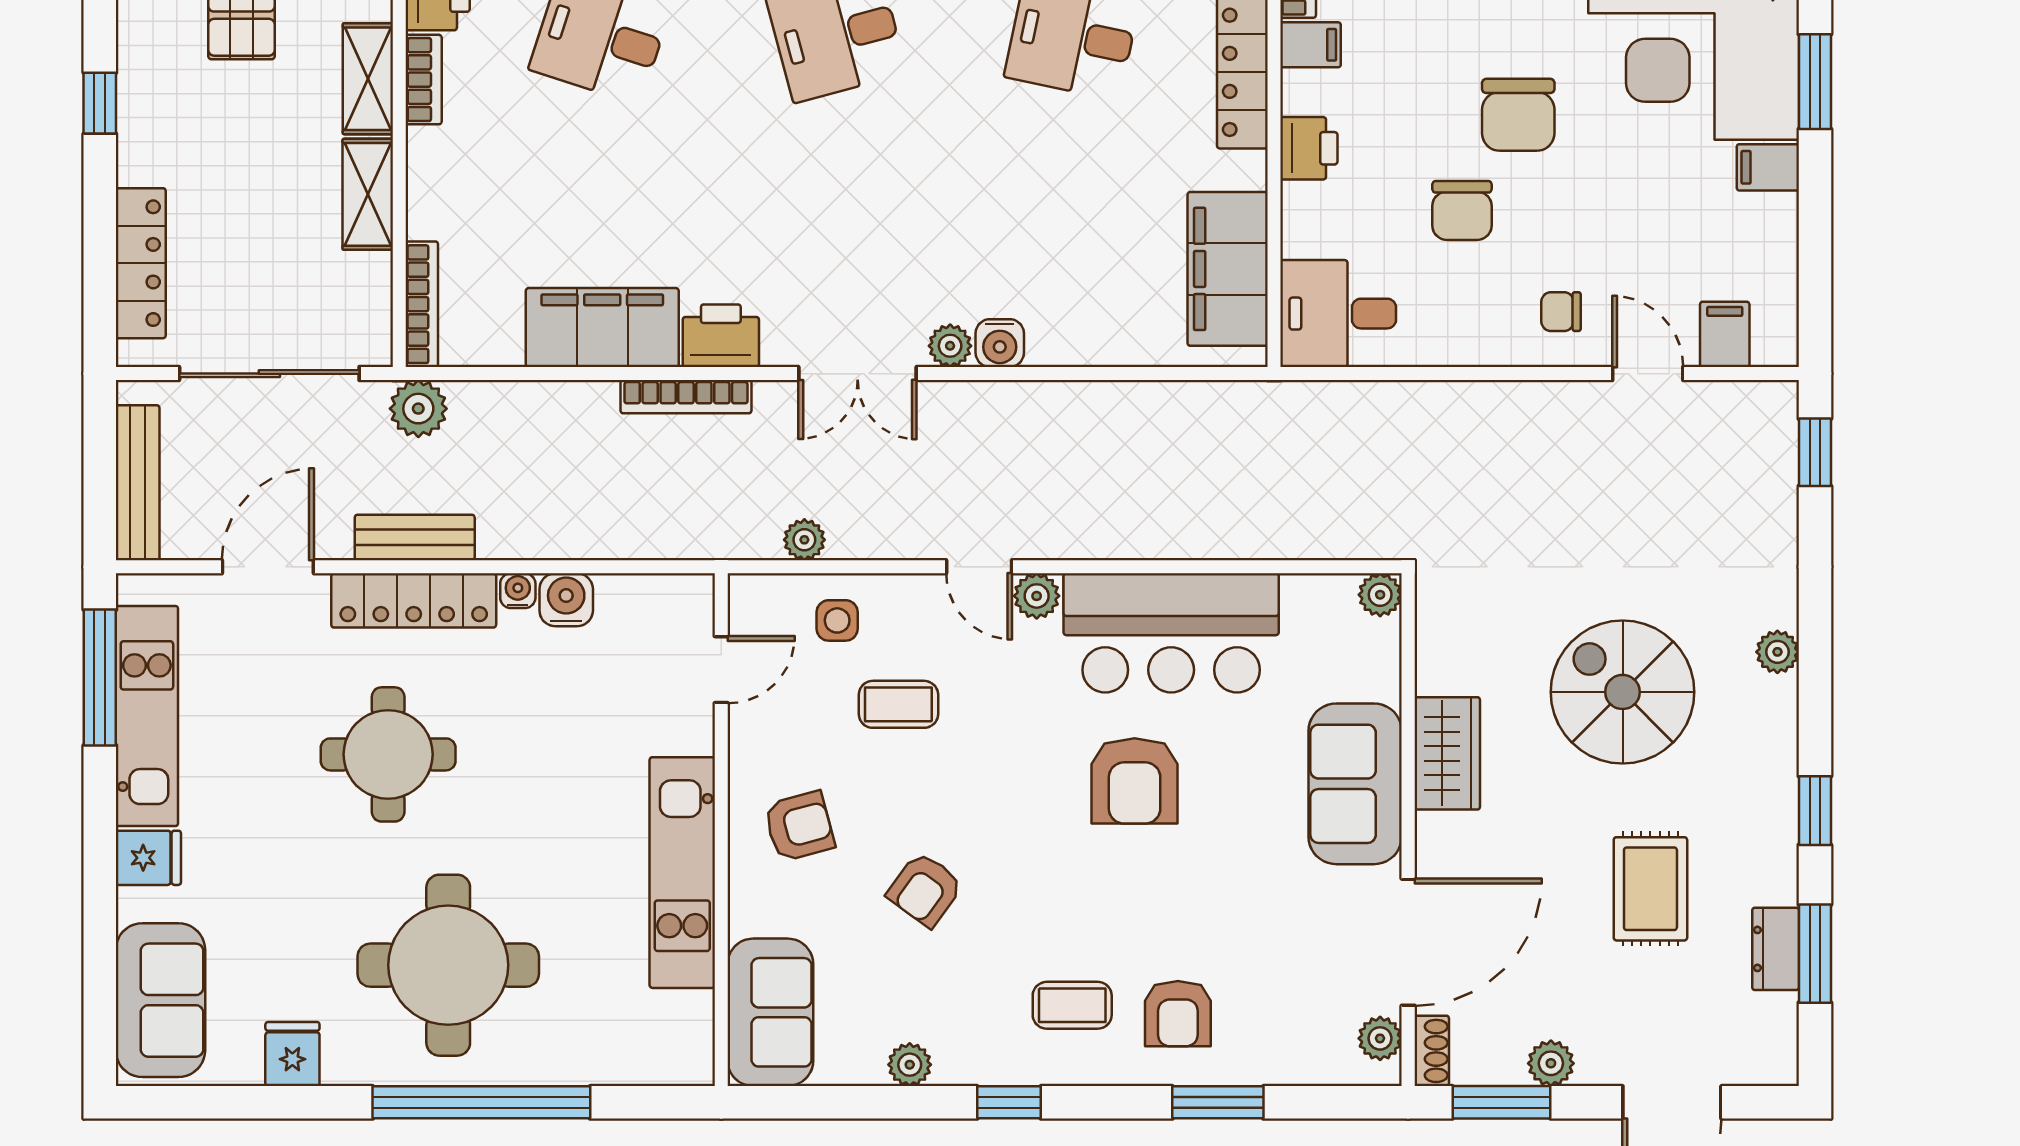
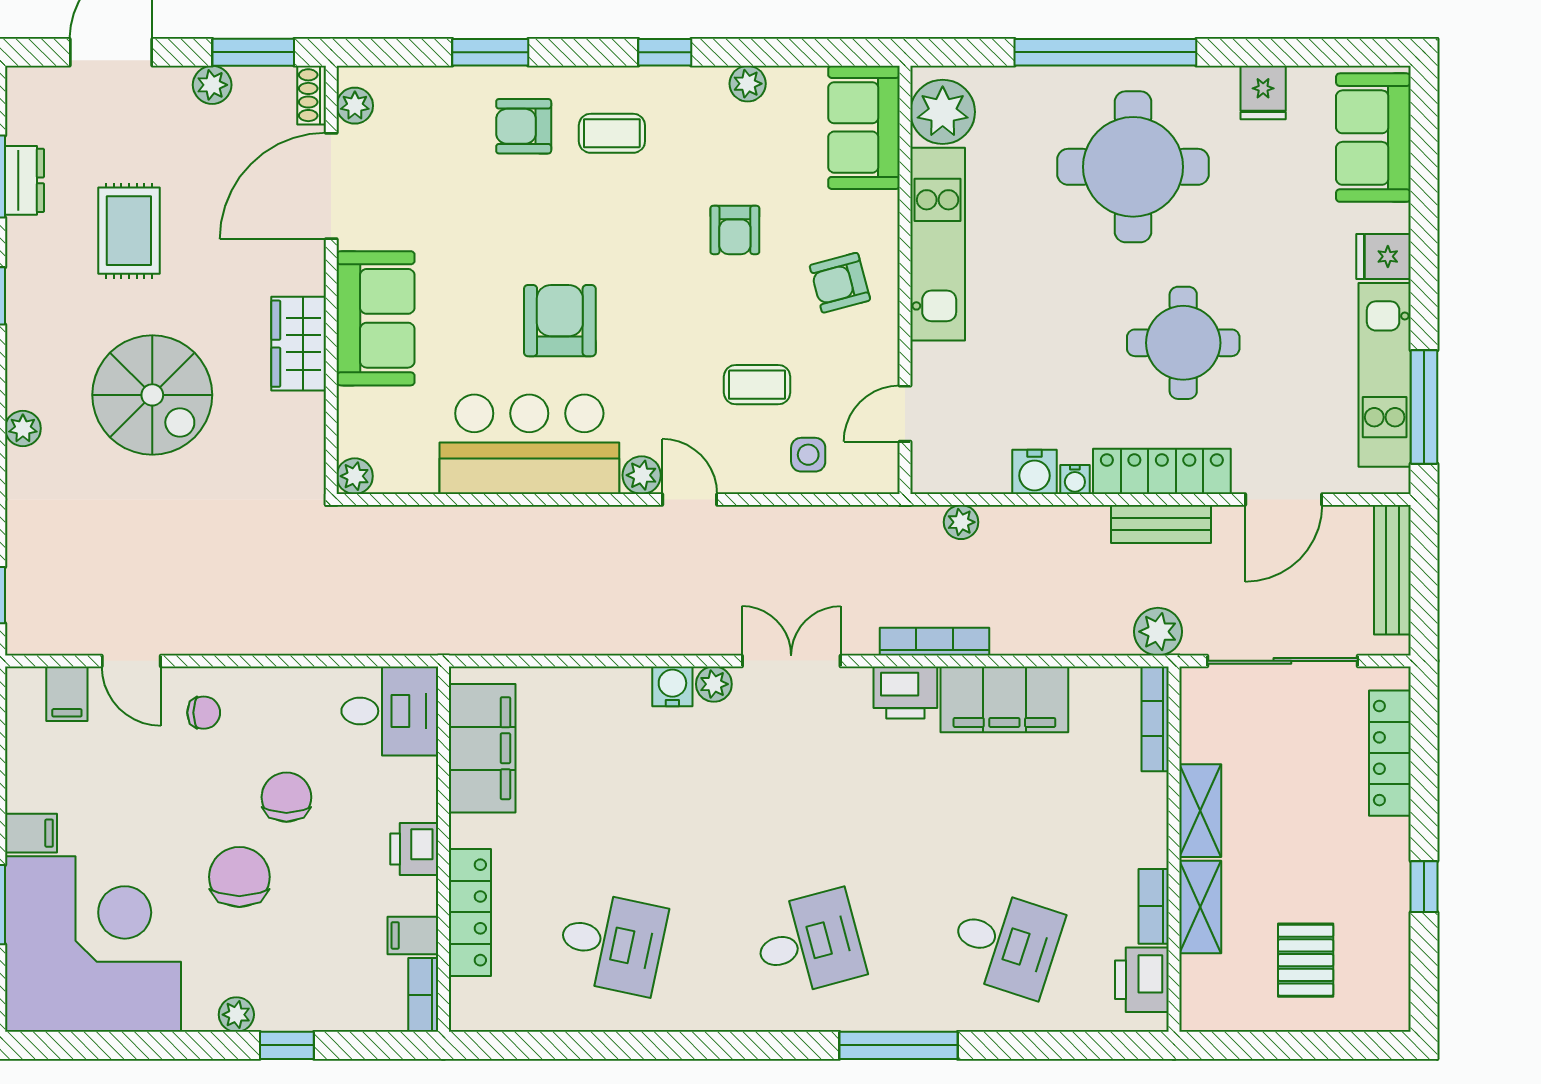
plant: (804, 540) -> (961, 522), moved
armchair: (925, 890) -> (735, 230), turned 144
armchair: (1178, 1014) -> (524, 126), turned -90
plant: (676, 1031) -> (943, 112), added

